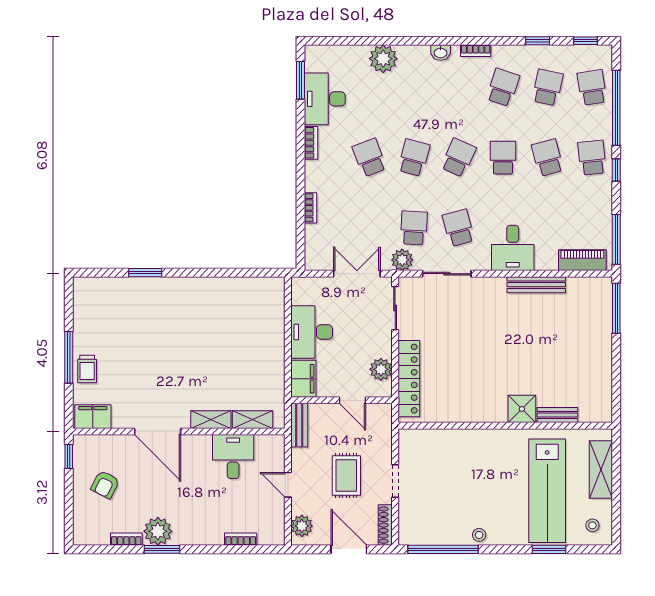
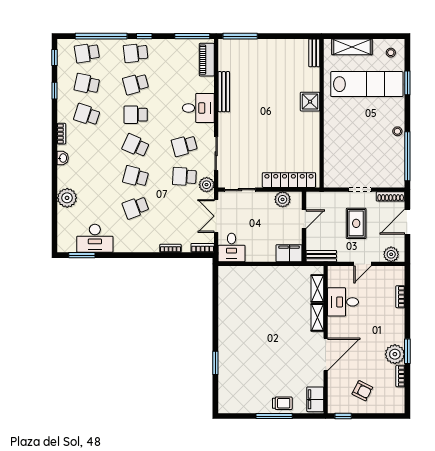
bookcase: (311, 143) -> (203, 248), moved
desk: (312, 332) -> (232, 247), moved, width x0.73
bench: (557, 415) -> (314, 53), moved
rug: (346, 476) -> (356, 223), turned 90

